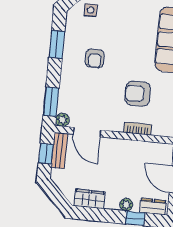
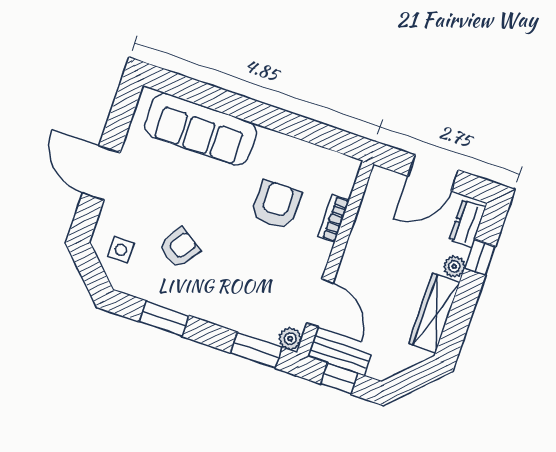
armchair: (95, 58) -> (179, 248), moved, turned -56
armchair: (138, 94) -> (276, 205), turned 180
door: (87, 132) -> (320, 303), hinge flipped
wardrobe: (89, 199) -> (434, 313), width x1.50

